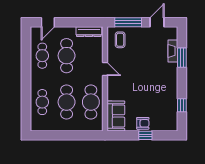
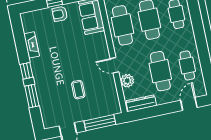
coffee table: (120, 40) -> (78, 90), moved
fireplace: (173, 51) -> (32, 45), moved
plant: (97, 53) -> (127, 81), added
window: (182, 105) -> (27, 71), moved

